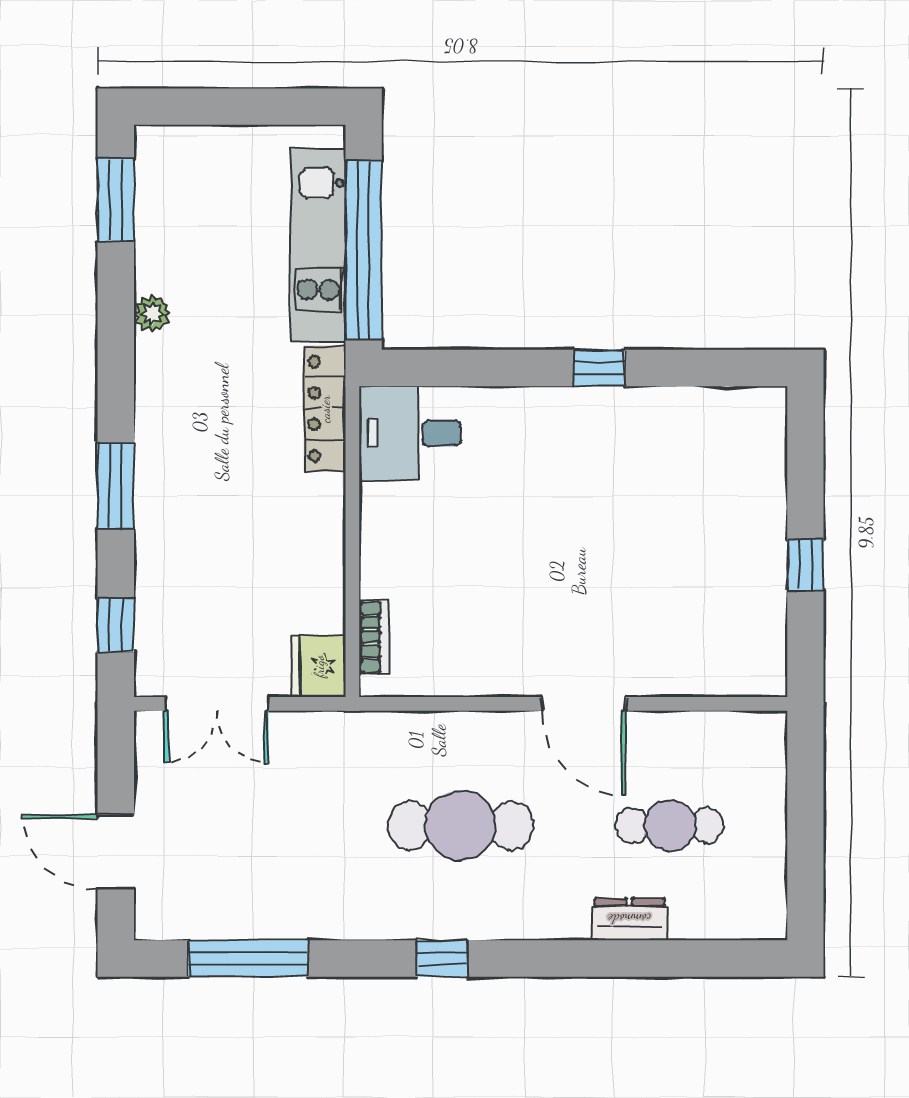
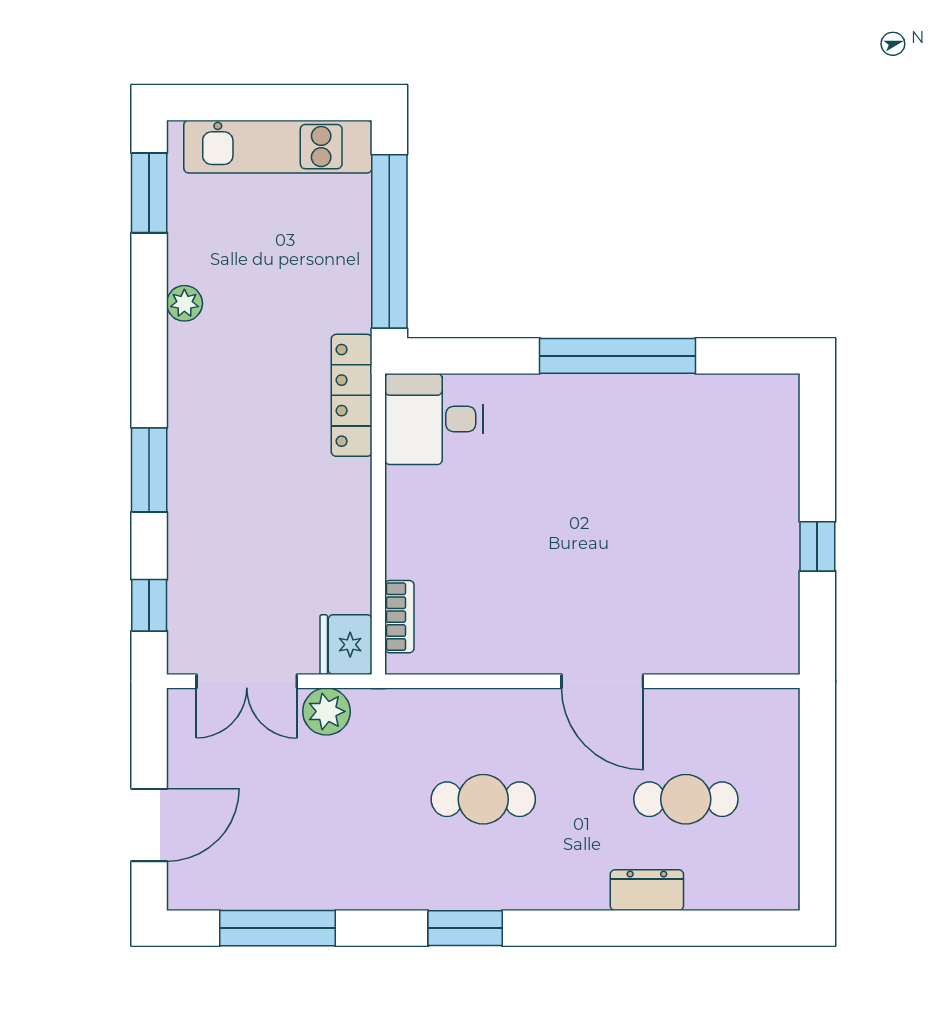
kitchen unit: (318, 245) -> (278, 147), moved, turned -90
window: (599, 368) -> (617, 356), width x3.17
plant: (299, 735) -> (326, 711), added
cafe table: (461, 826) -> (483, 799), width x0.73, depth x0.74
door: (116, 852) -> (149, 825), swing flipped
window: (442, 959) -> (465, 928), width x1.50

